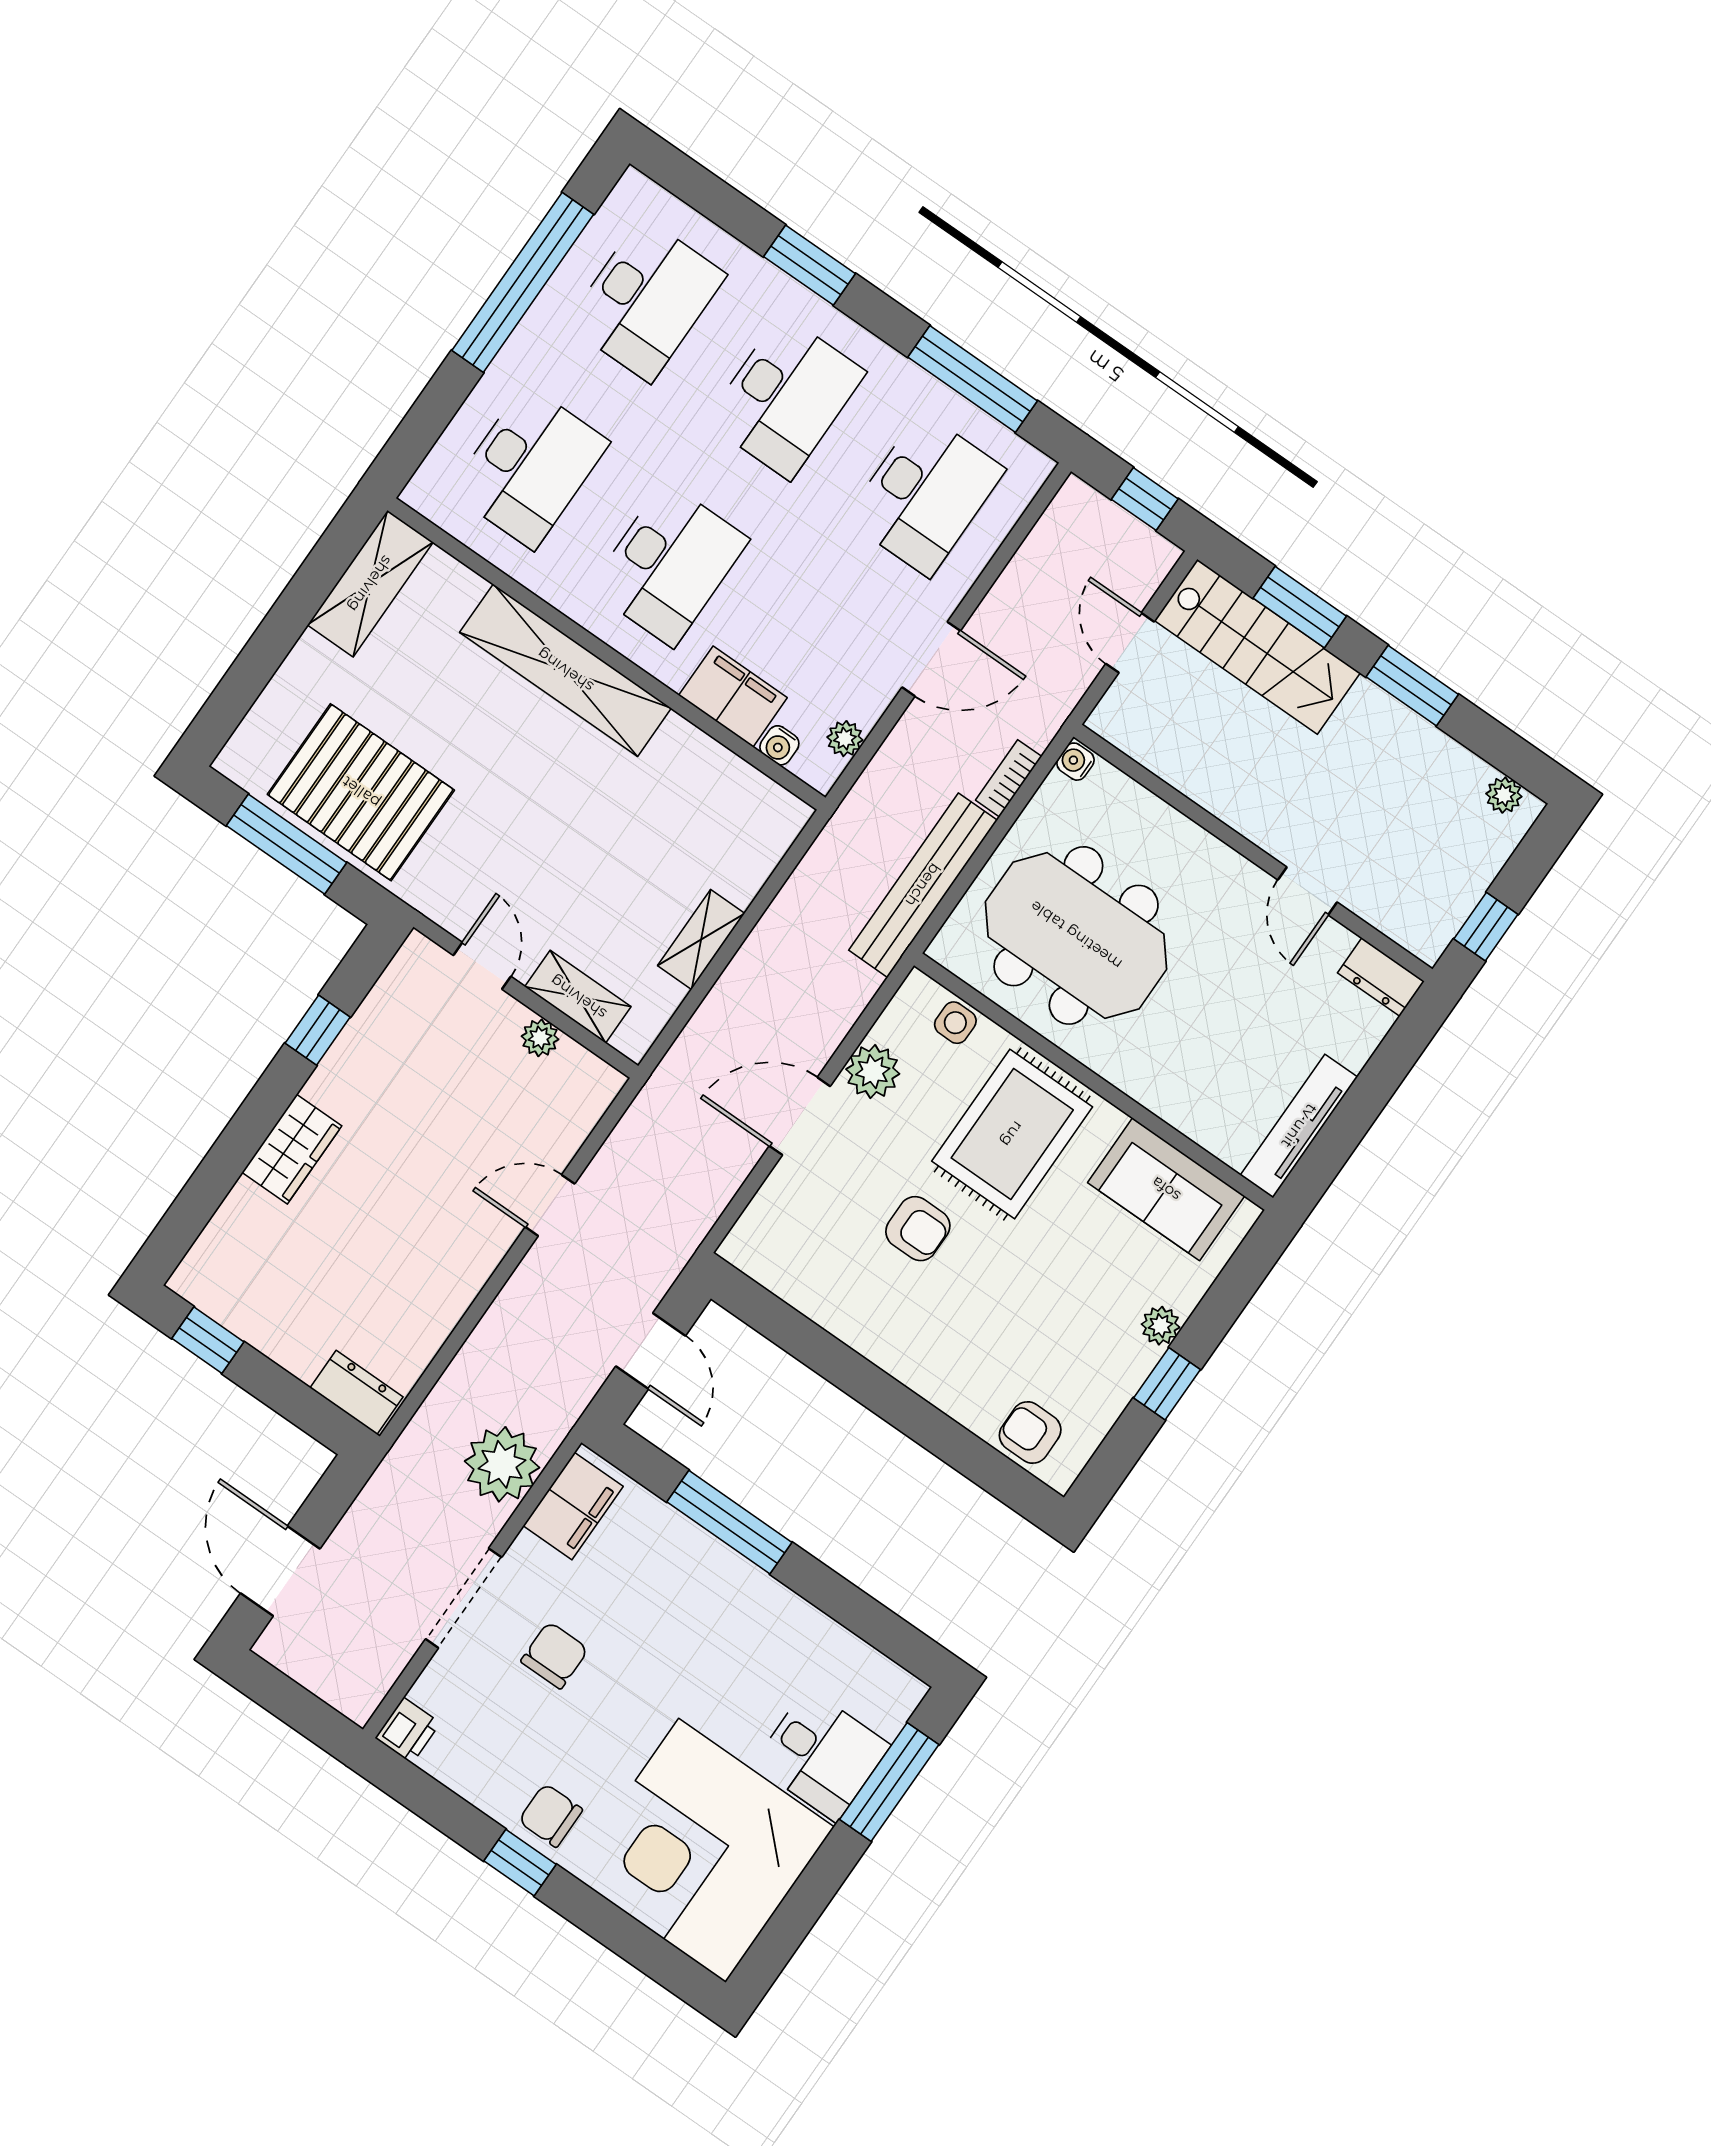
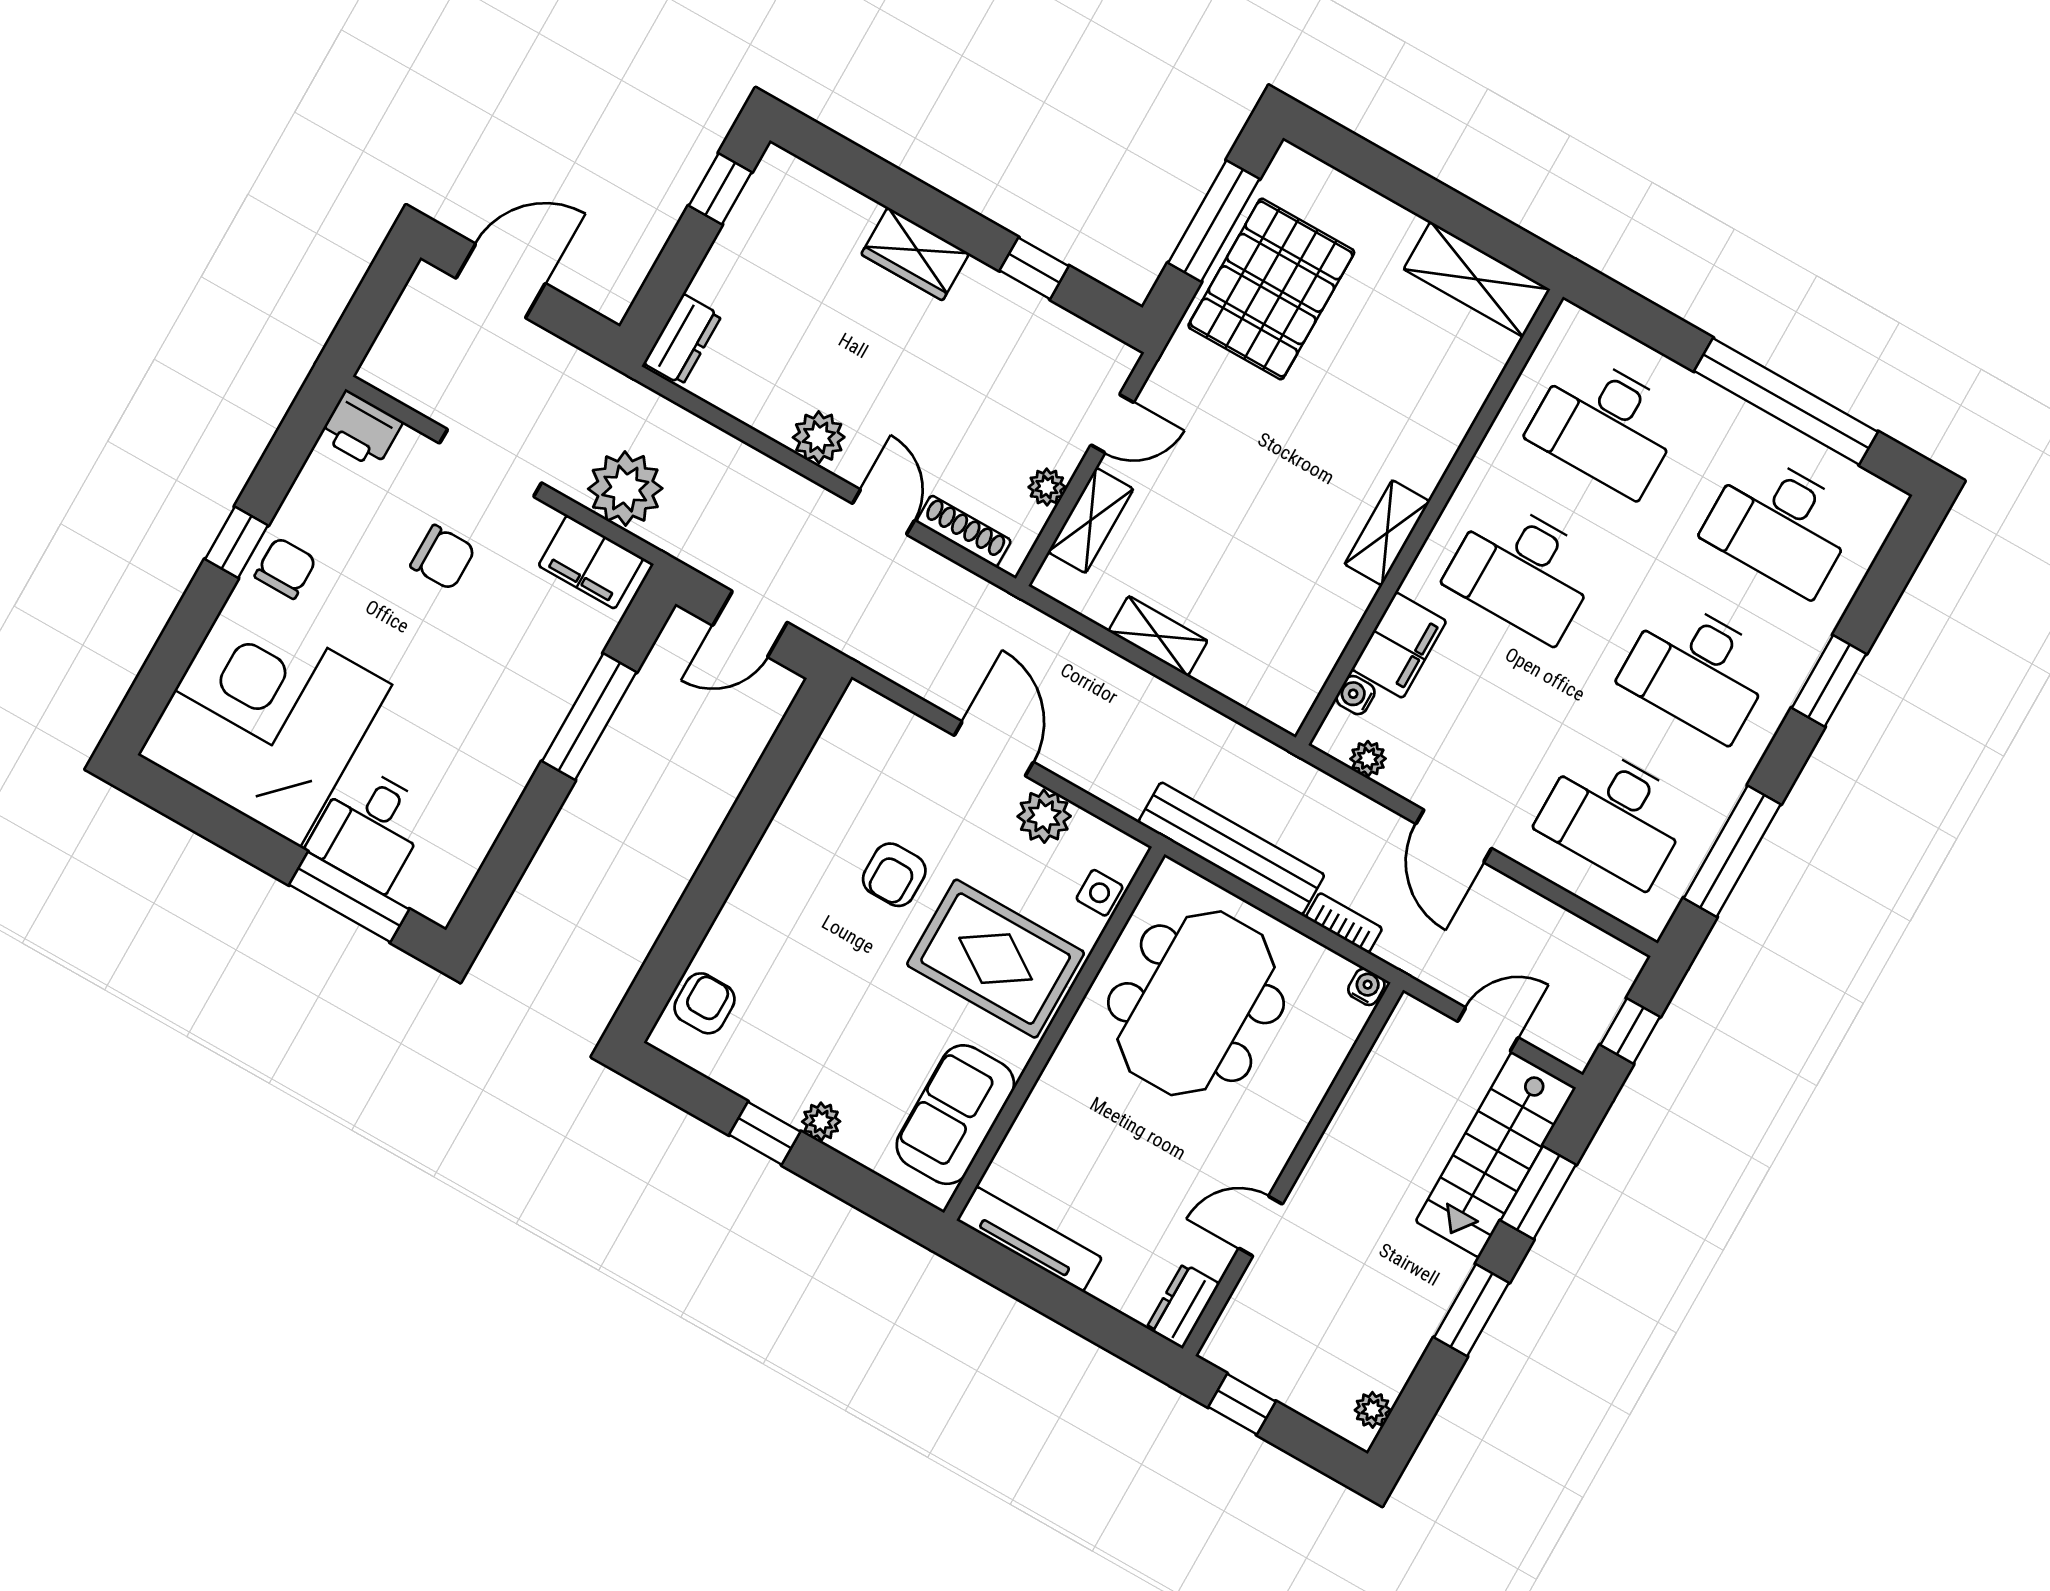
shelving: (565, 670) -> (1387, 533), width x0.45, depth x0.75
shoe rack: (577, 1126) -> (964, 531), added
plant: (468, 1264) -> (819, 437), added
printer: (408, 1730) -> (361, 429), width x1.36, depth x1.24

